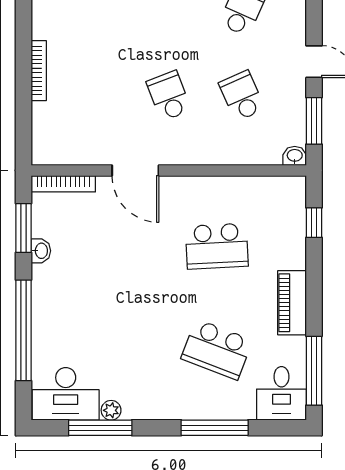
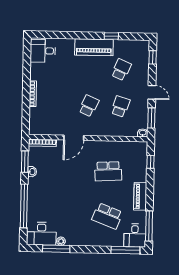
school desk: (169, 96) -> (89, 106), turned 45
school desk: (242, 96) -> (120, 106), turned 42
door: (135, 170) -> (74, 138), hinge flipped
window: (215, 428) -> (125, 250), moved

